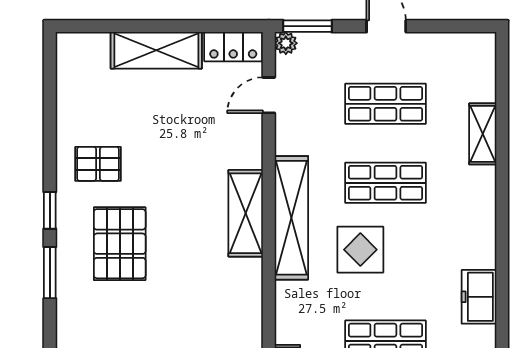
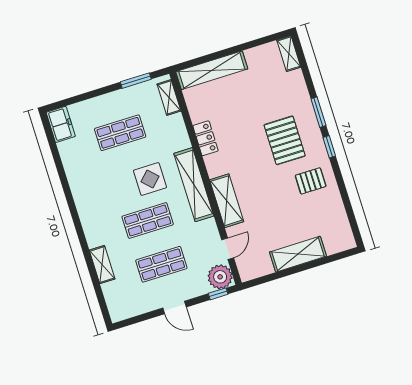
window: (307, 26) -> (218, 294), width x0.67
plant: (286, 43) -> (220, 277), width x1.87, depth x1.87
locker: (233, 47) -> (205, 138), moved, turned 90
shelving: (246, 213) -> (227, 201), moved
freezer: (479, 297) -> (76, 173), removed

